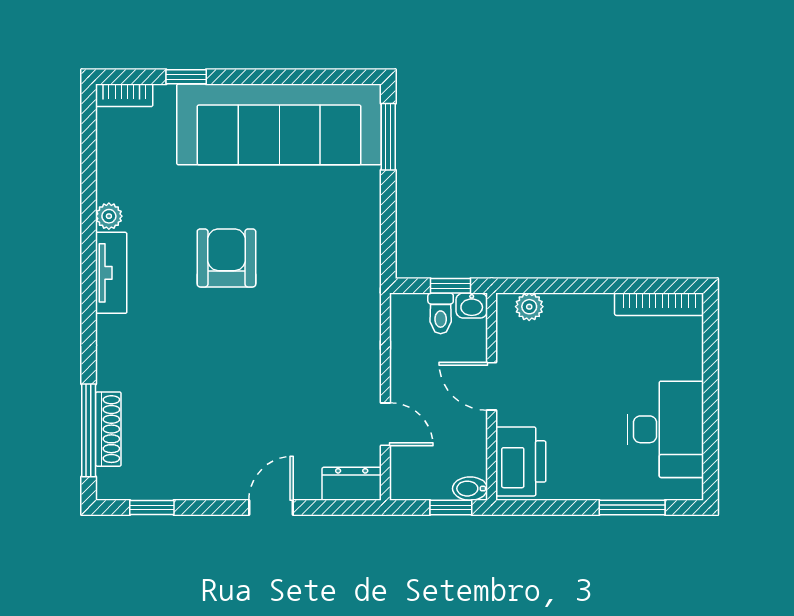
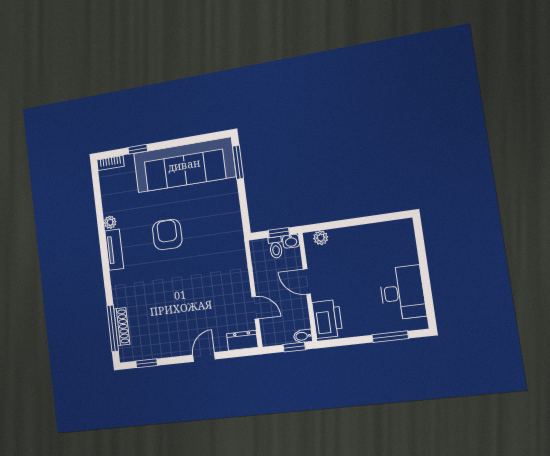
bookcase: (659, 304) -> (389, 227), removed

